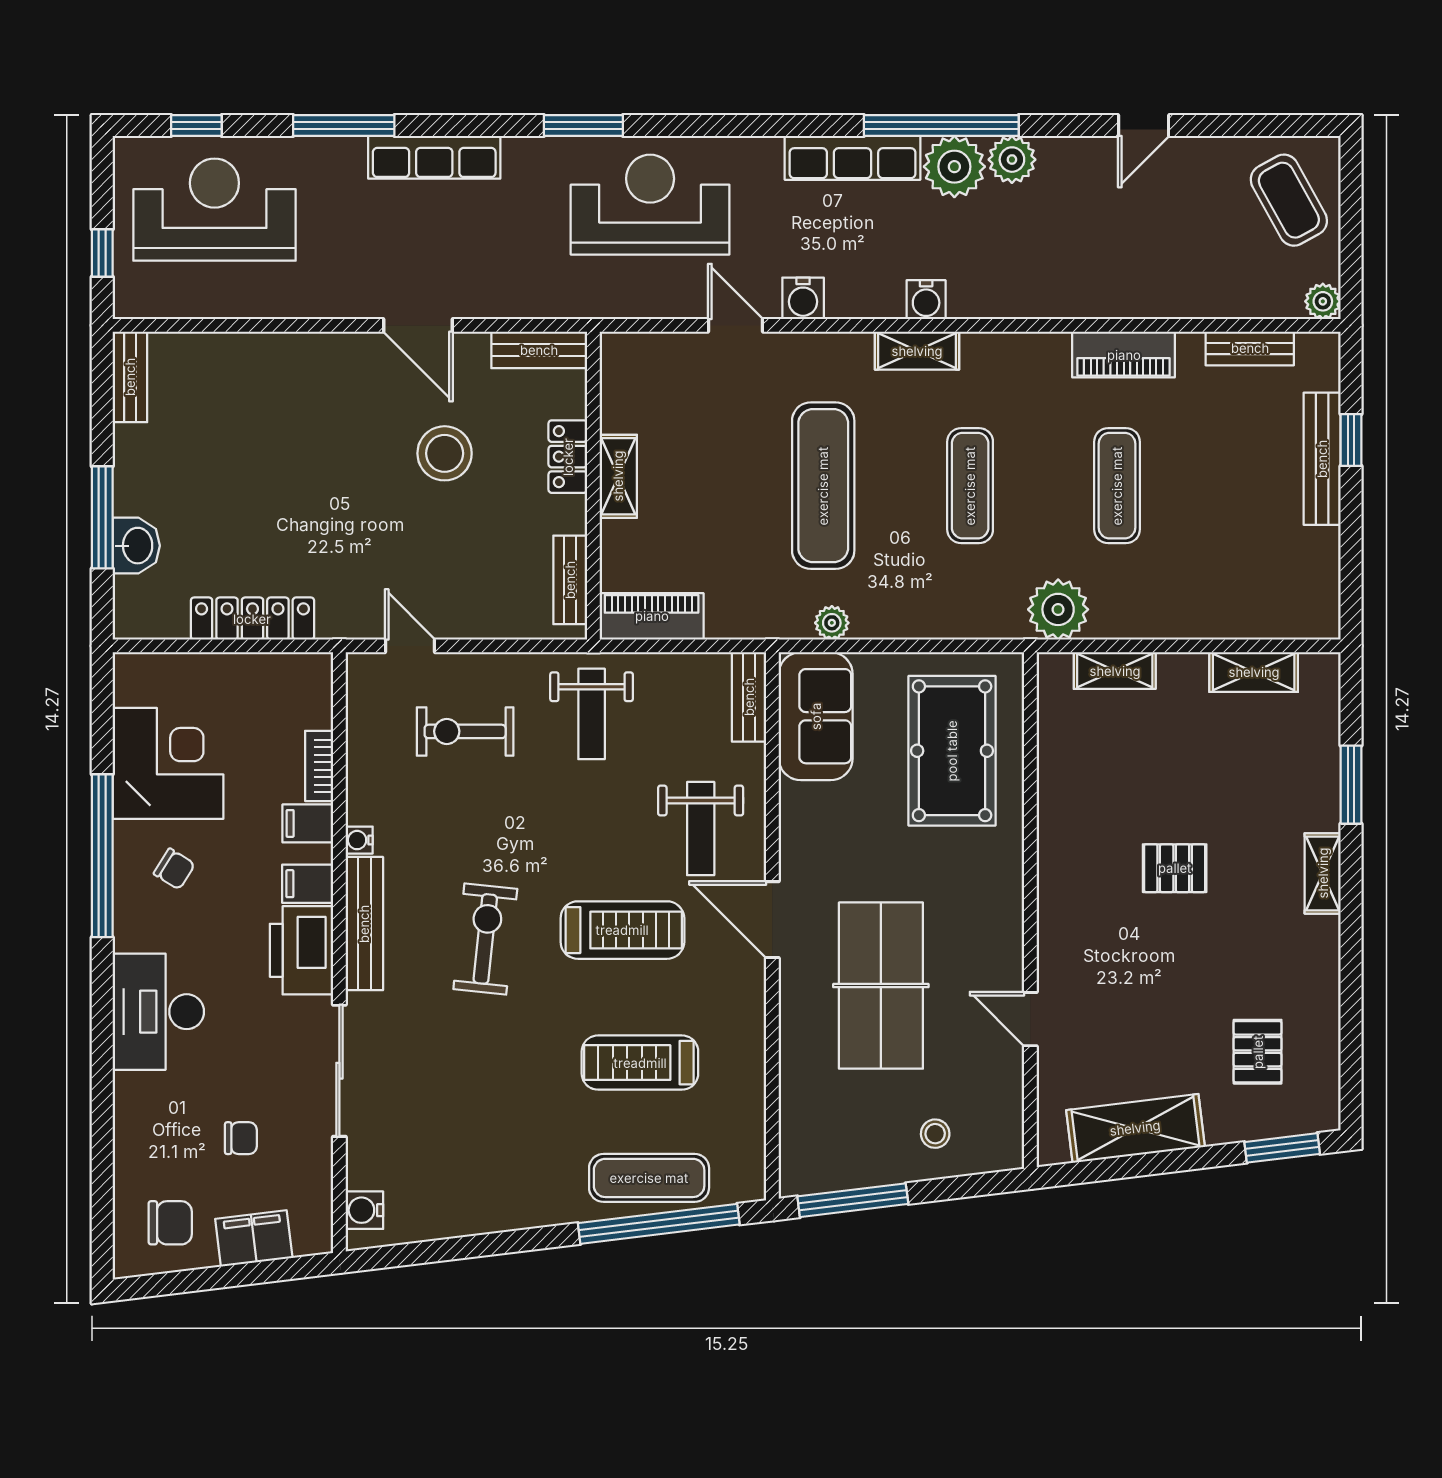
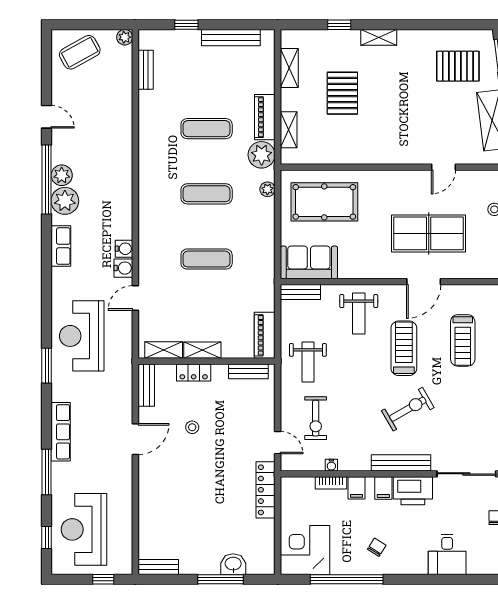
window: (941, 126) -> (47, 179), moved
row of seats: (853, 158) -> (61, 246), width x0.68
water cooler: (926, 300) -> (124, 249), moved
shelving: (917, 351) -> (164, 350), moved, turned 90
piano: (1124, 355) -> (265, 117), moved, turned 180
stool: (445, 453) -> (192, 427), width x0.53, depth x0.53
bench: (1322, 459) -> (231, 38), moved
exercise mat: (823, 486) -> (207, 259), width x0.73, depth x0.69
locker: (252, 619) -> (266, 490), moved
plant: (832, 623) -> (267, 189), moved
door: (410, 646) -> (278, 443), swing flipped
weight bench: (592, 714) -> (308, 362), turned 90
corner desk: (168, 763) -> (305, 550), moved
window: (1351, 785) -> (339, 25), width x0.67
weight bench: (701, 829) -> (359, 314), turned 90
water cooler: (359, 840) -> (331, 465), moved
window: (102, 856) -> (347, 579), moved
pallet: (1175, 868) -> (342, 93), moved, width x1.50, depth x1.42
door: (772, 920) -> (424, 282), moved
exercise bike: (485, 939) -> (408, 409), turned 144
desk: (158, 1012) -> (447, 554), width x0.73
pallet: (1258, 1052) -> (458, 66), width x1.50, depth x1.42

